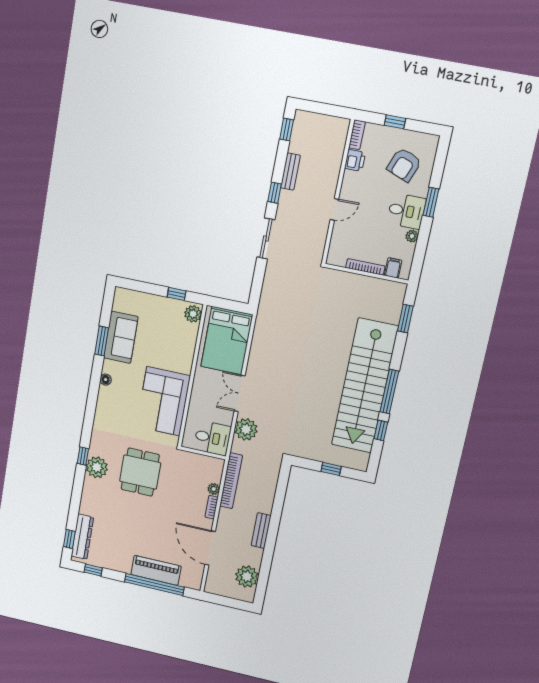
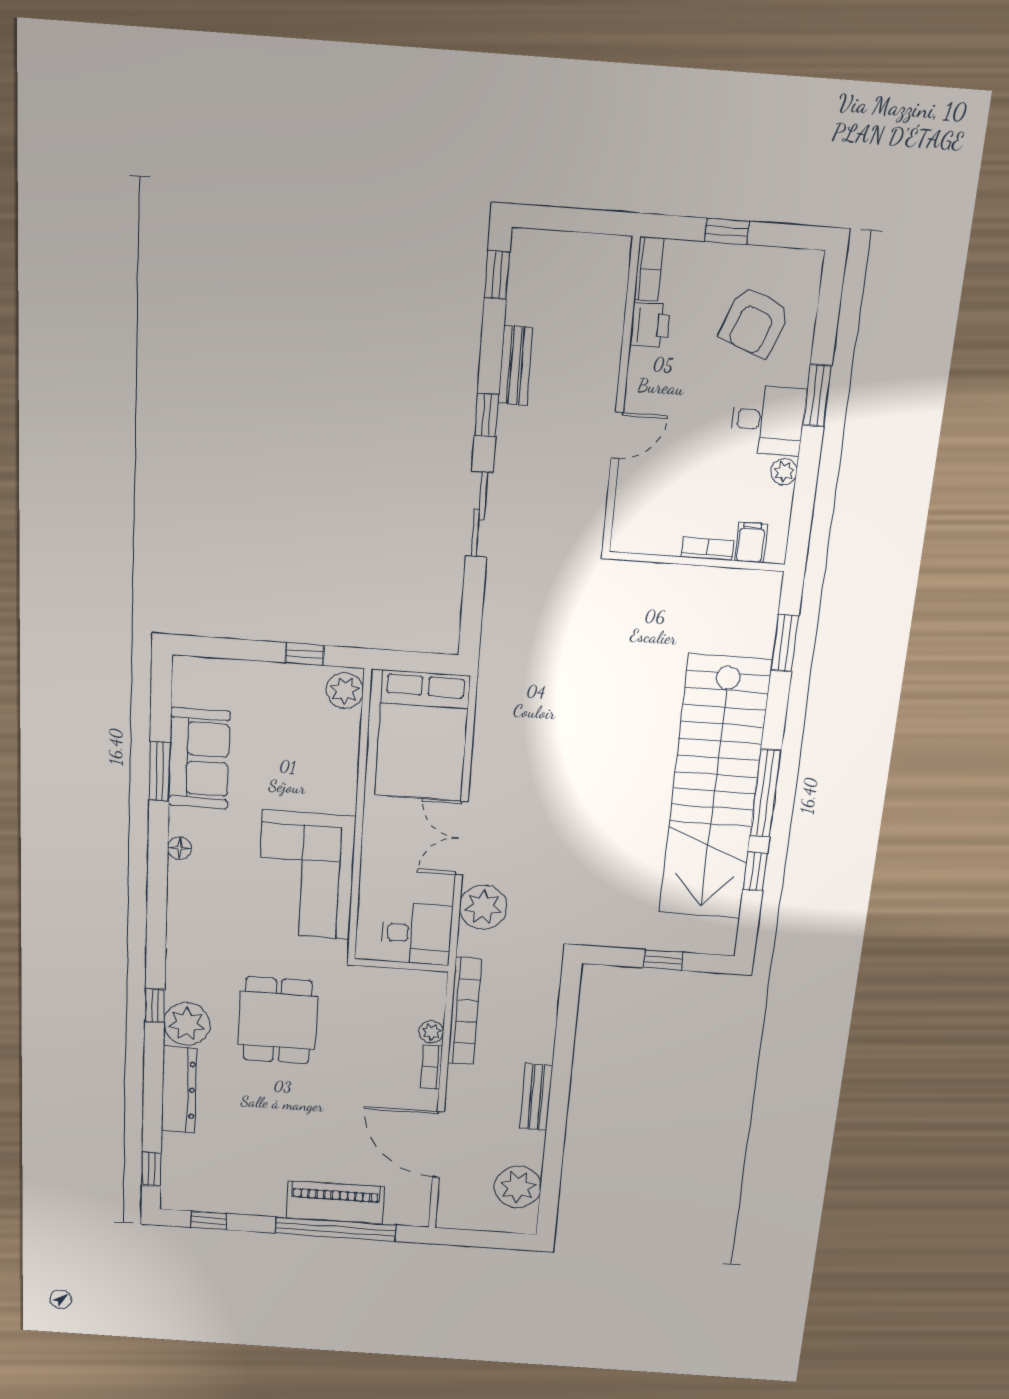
bookcase: (365, 267) -> (707, 549), width x0.64
dresser: (82, 537) -> (179, 1090), moved

